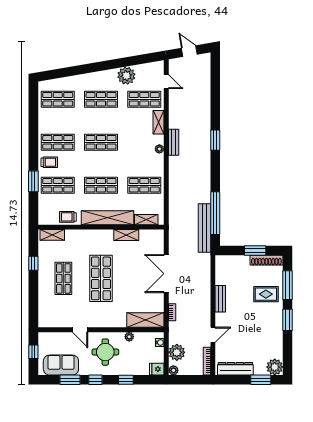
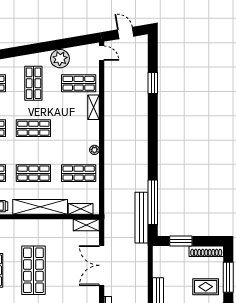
door: (166, 82) -> (102, 53), moved
shop shelf: (101, 99) -> (33, 83), turned 90
window: (215, 140) -> (153, 83), moved
bench: (174, 142) -> (109, 128), removed
plant: (159, 149) -> (94, 150), moved
shelving: (126, 235) -> (86, 225), moved
window: (255, 250) -> (181, 241), moved

